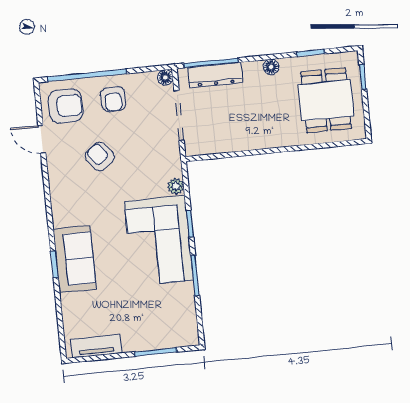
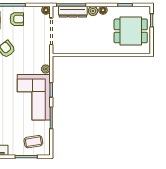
plant: (252, 70) -> (93, 11), added
armchair: (113, 99) -> (17, 19), turned -89
dining table: (326, 100) -> (131, 31), turned 90
coffee table: (166, 323) -> (33, 142), added

